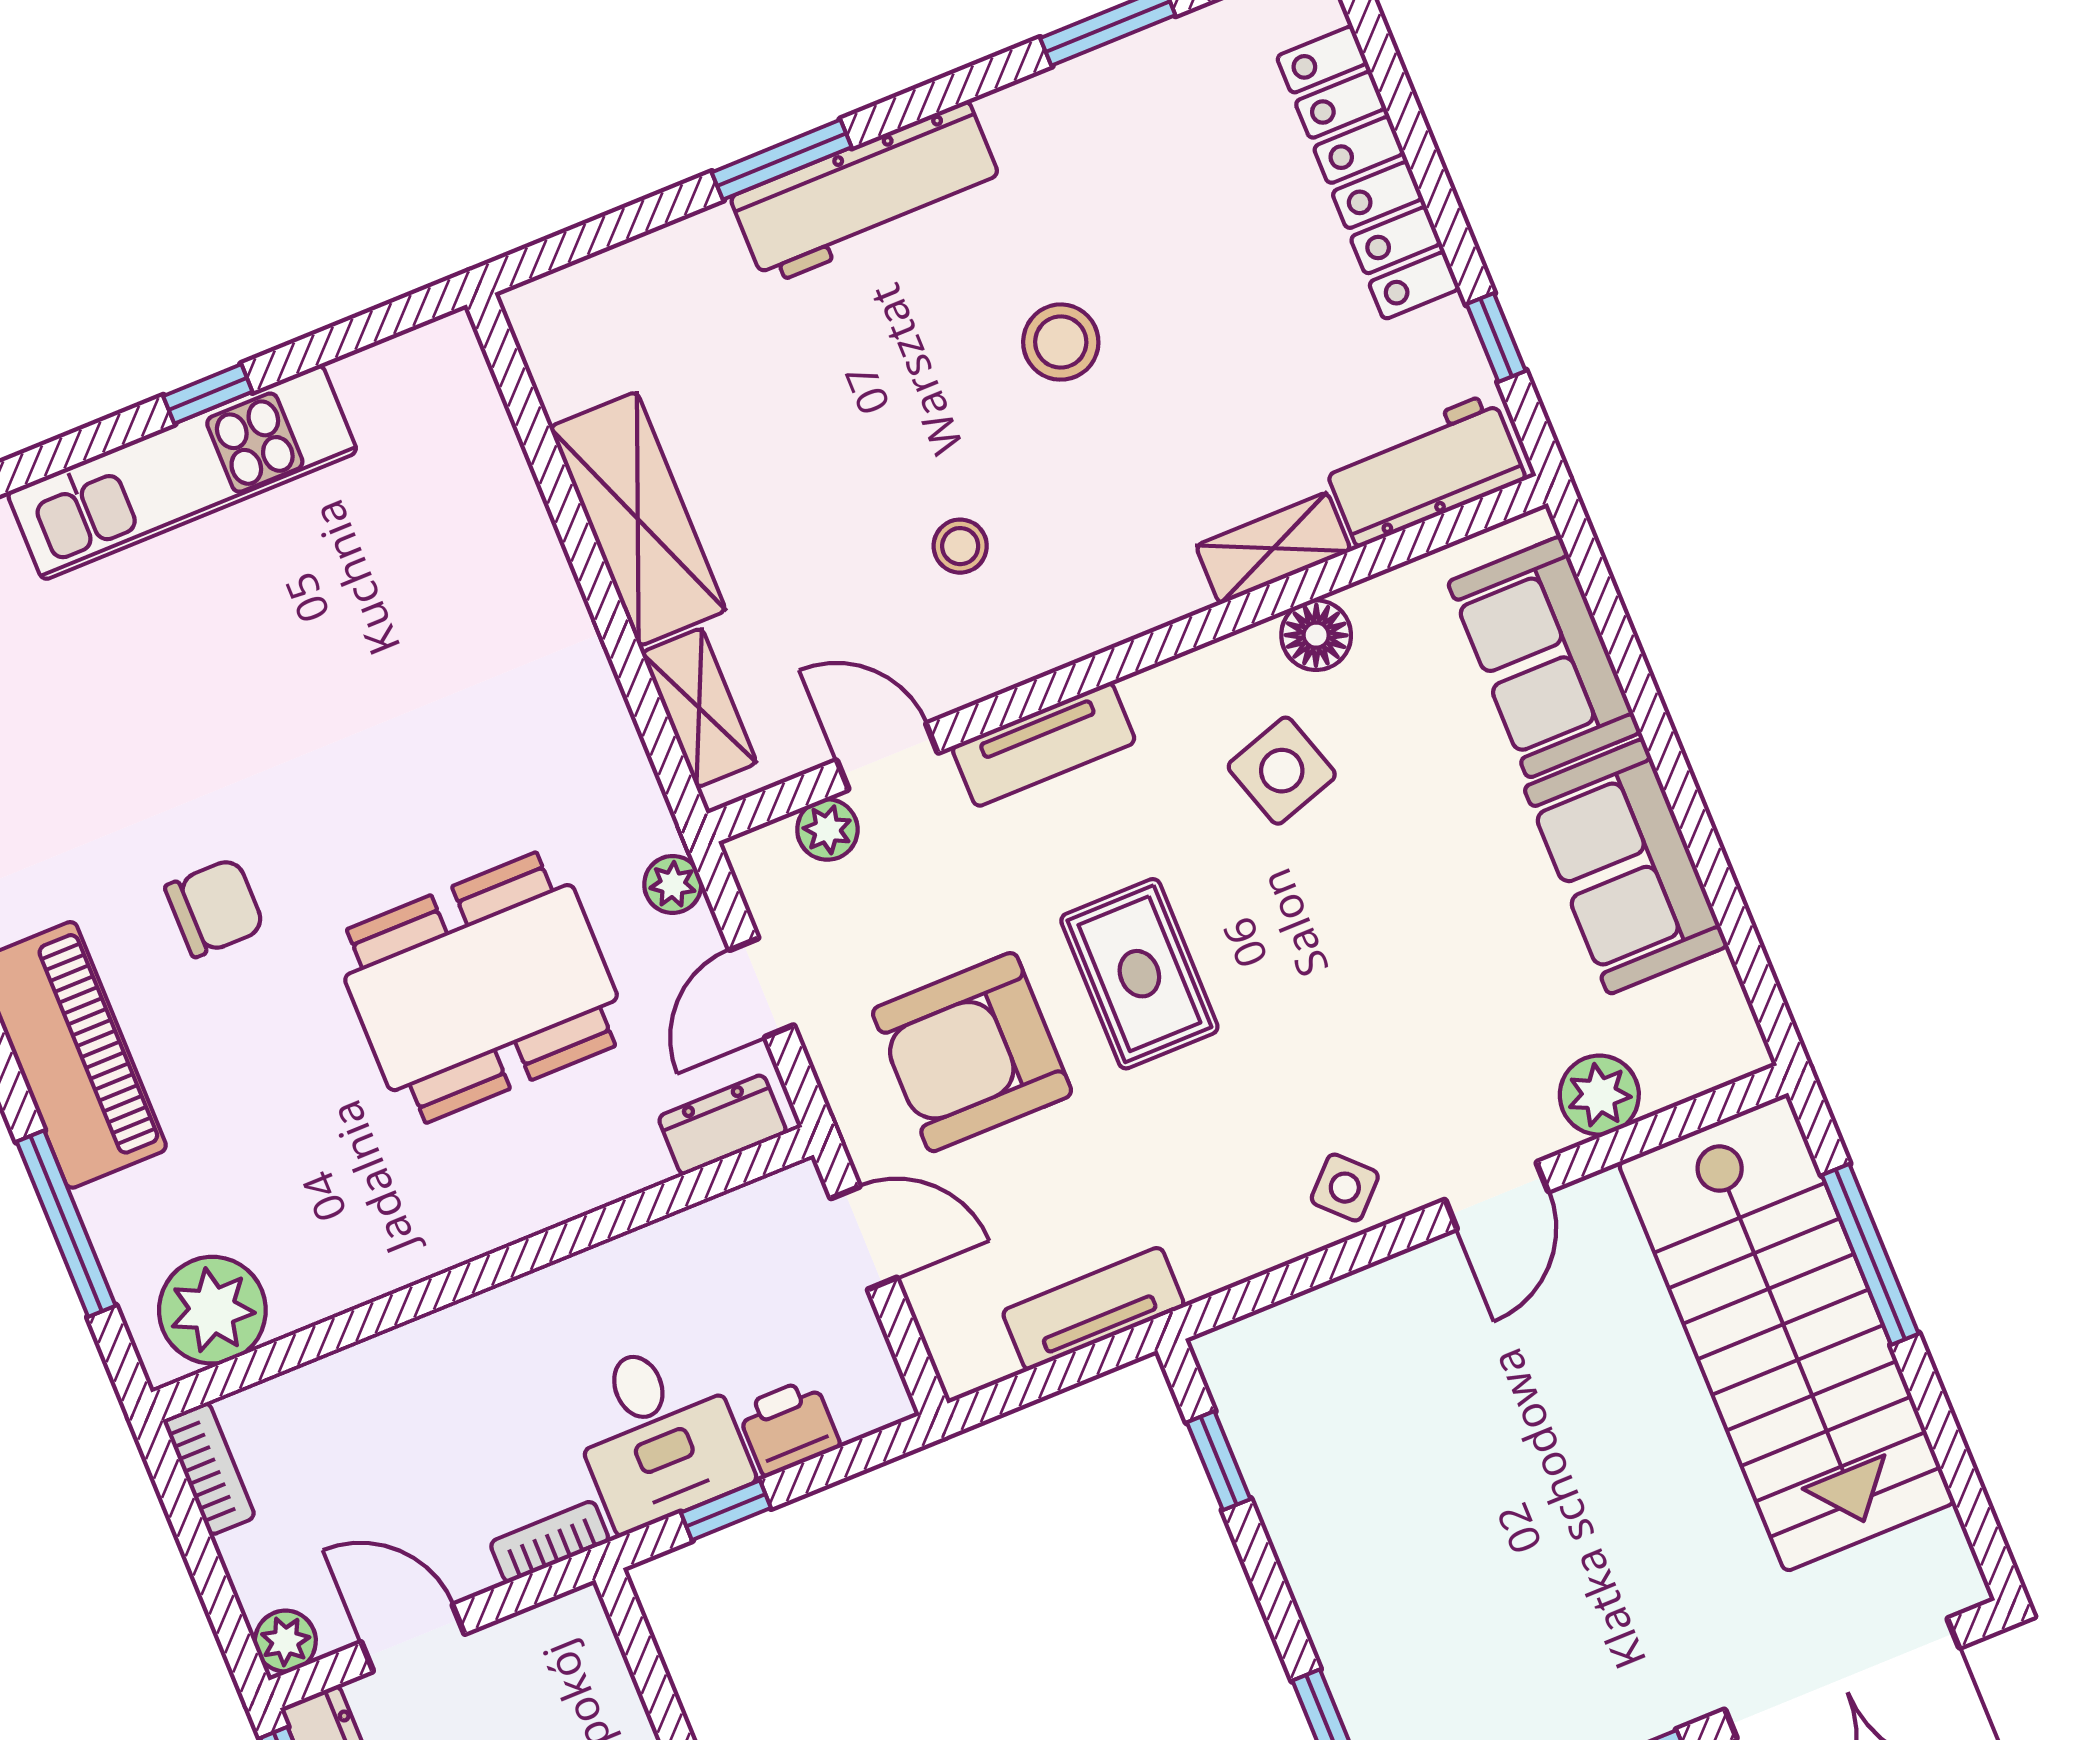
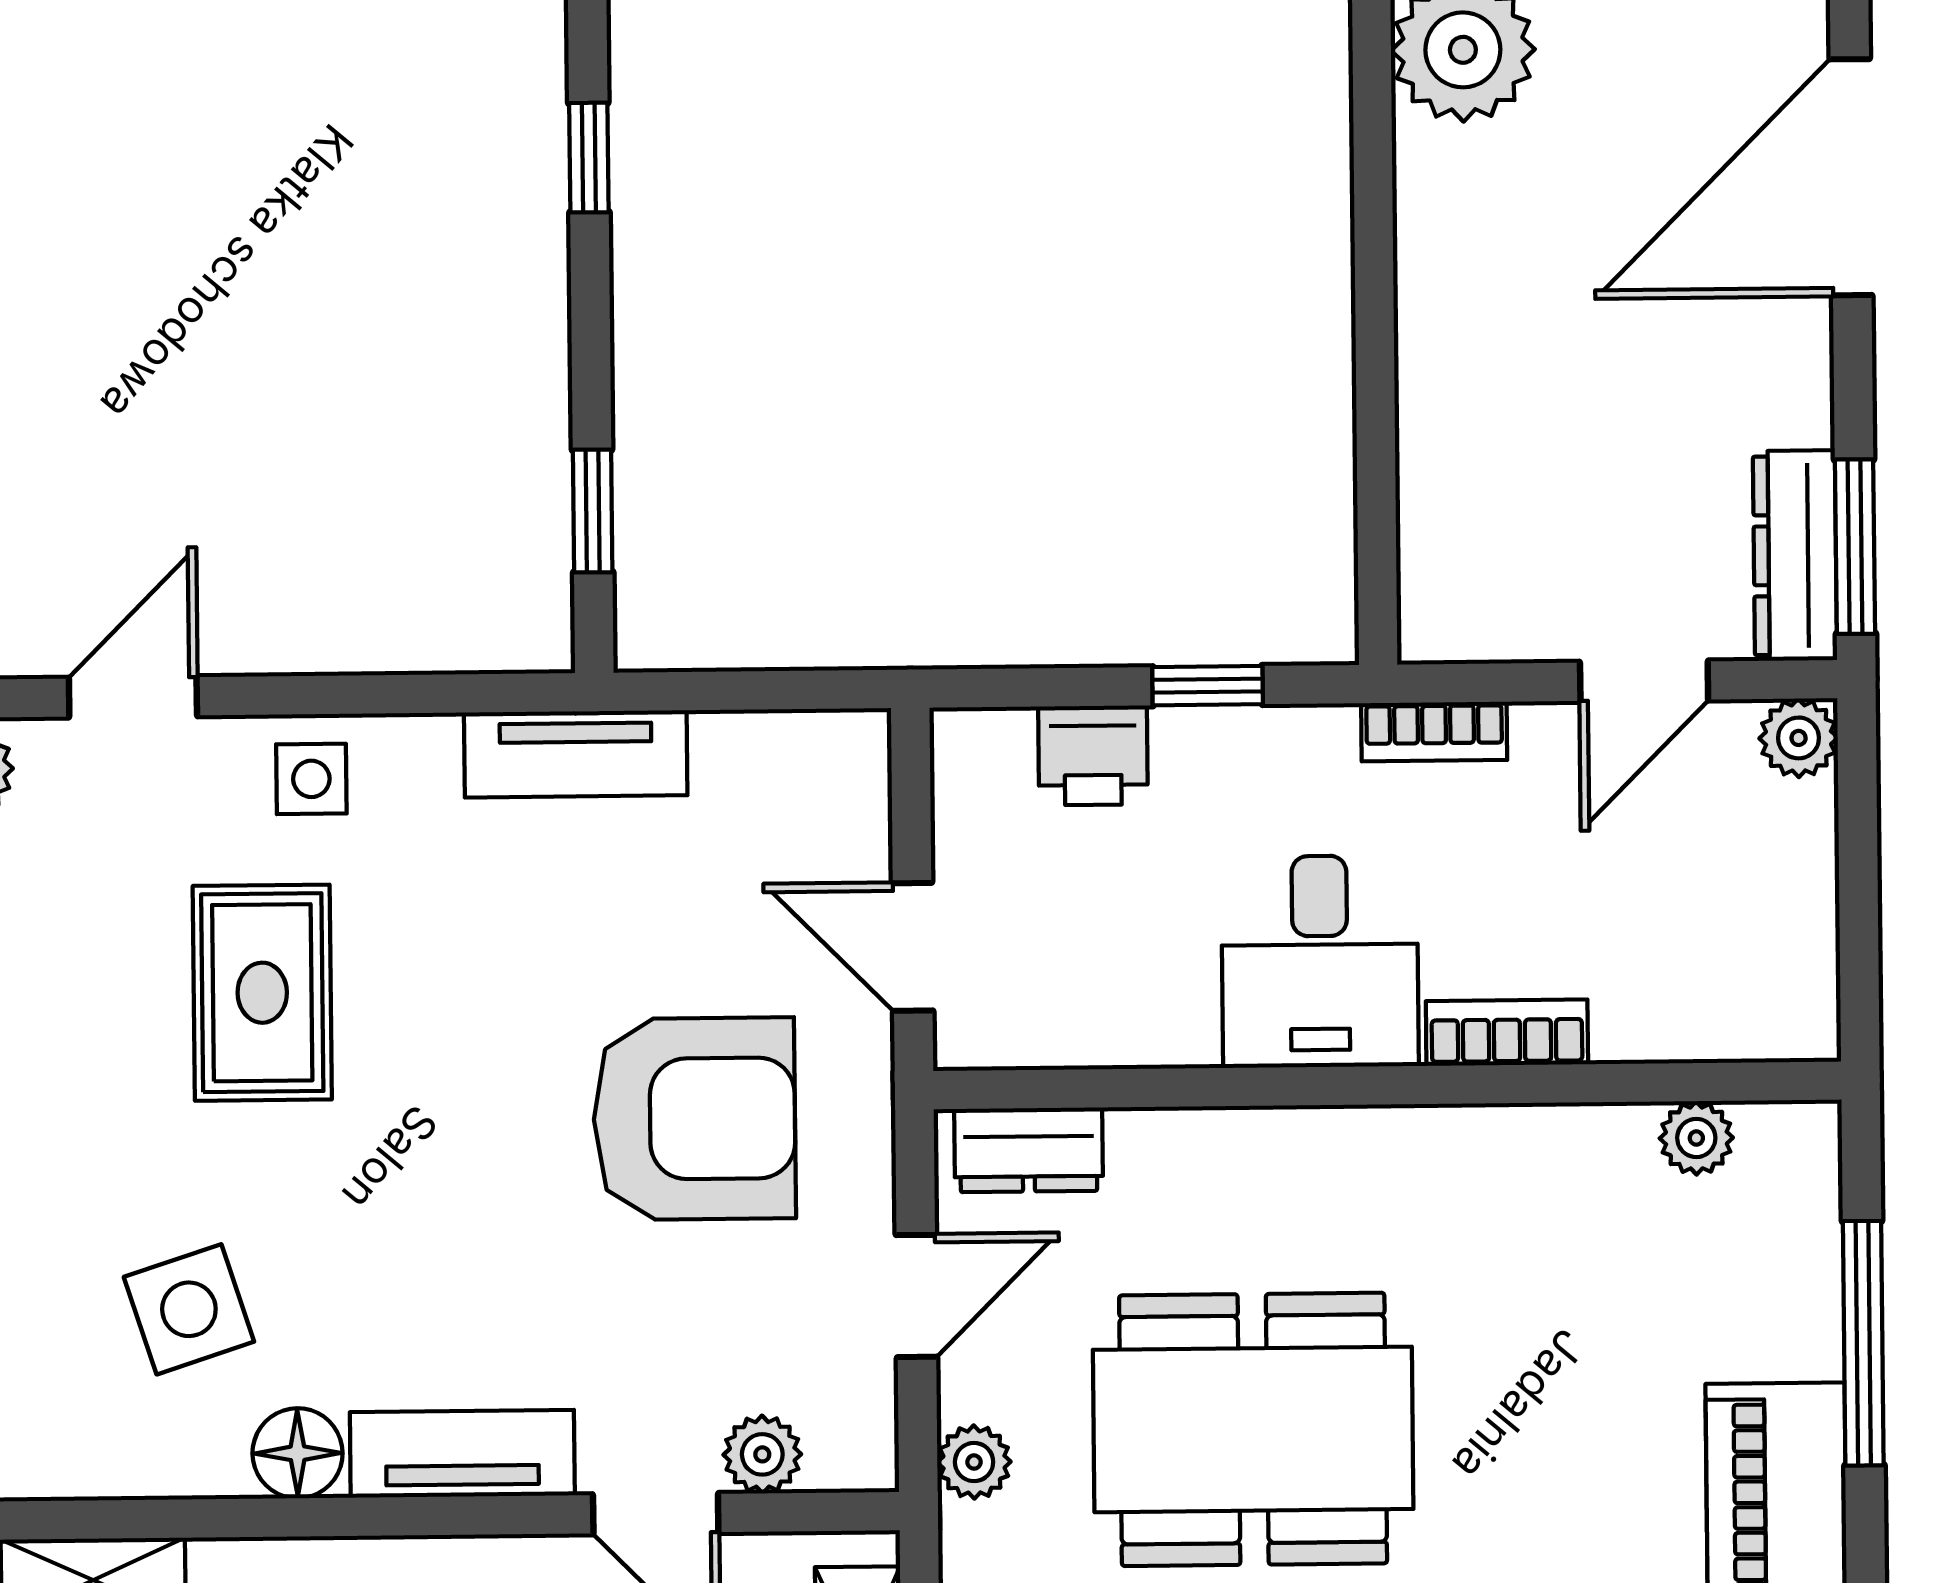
floor lamp: (1316, 635) -> (298, 1453), moved
rug: (1139, 974) -> (262, 993), moved
side table: (1345, 1188) -> (311, 779), turned 45
tv unit: (1093, 1309) -> (576, 754), moved
plant: (212, 1310) -> (1696, 1138), width x0.53, depth x0.53
desk: (658, 1434) -> (1320, 961), moved, turned 180
bookcase: (209, 1469) -> (1507, 1033), moved, turned 90
door: (413, 1638) -> (1644, 681), hinge flipped

